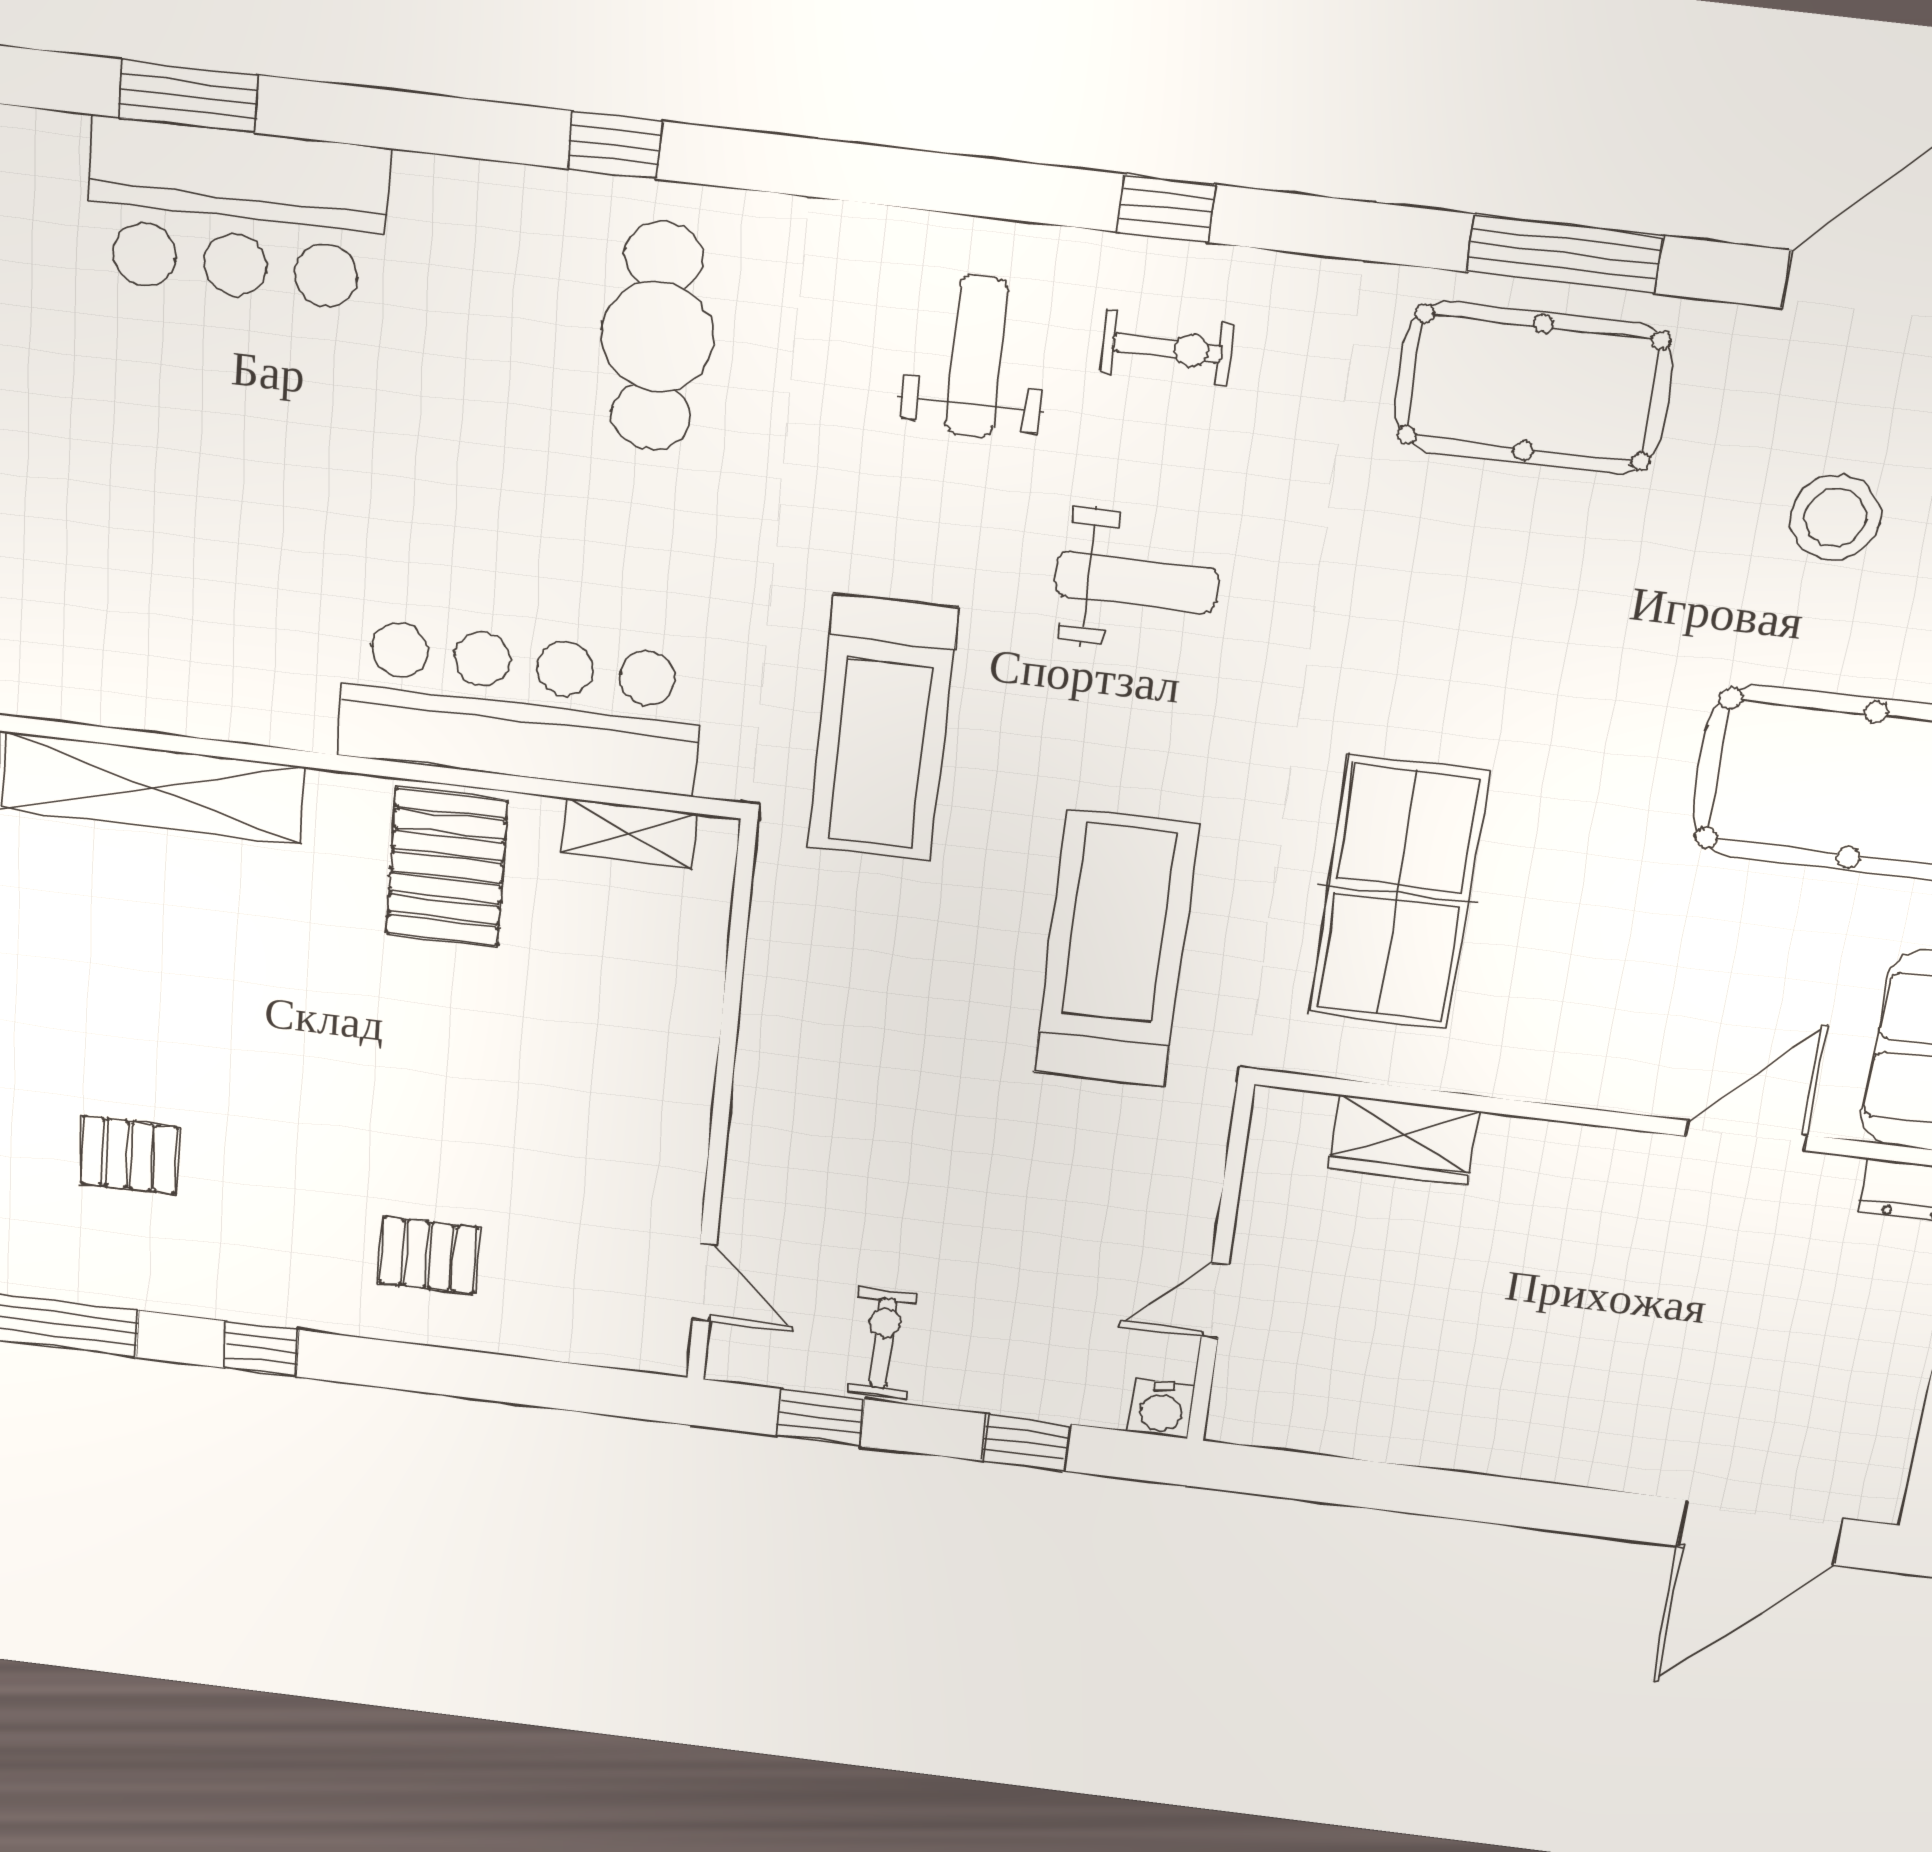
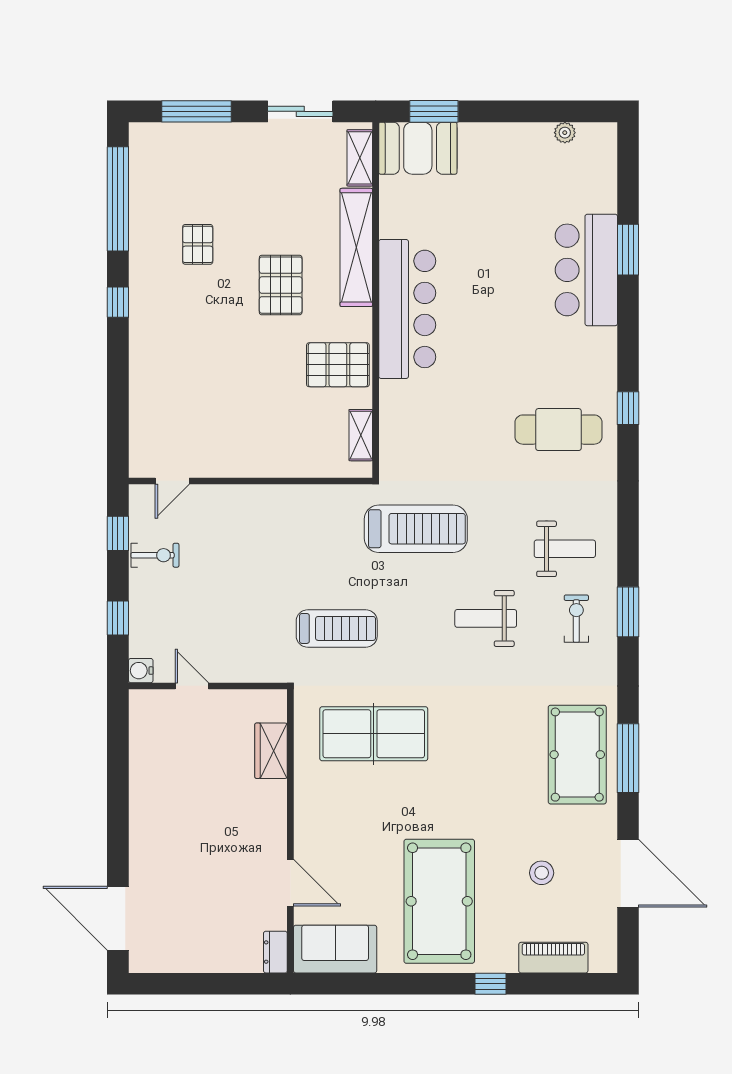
window: (1166, 208) -> (628, 612), width x1.50
exercise bike: (1167, 348) -> (576, 619), turned 180
stool: (1835, 518) -> (542, 873), width x0.73, depth x0.73
weight bench: (1137, 582) -> (486, 618), turned 90
bar counter: (520, 707) -> (407, 309), moved
treadmill: (883, 728) -> (416, 529), turned 180
treadmill: (1116, 950) -> (337, 628), width x0.73, depth x0.73
pallet: (428, 1256) -> (281, 285), moved, width x1.50, depth x1.42

